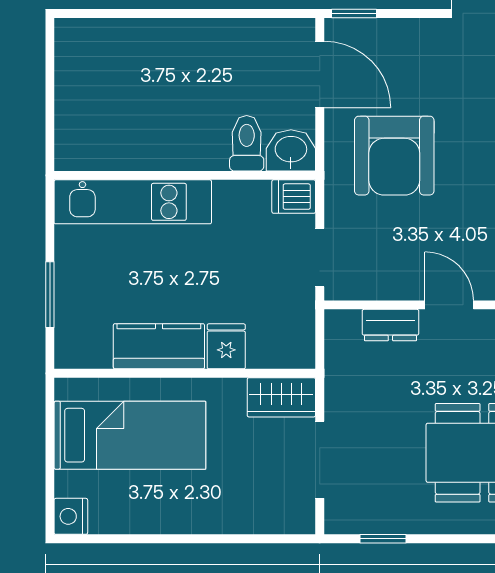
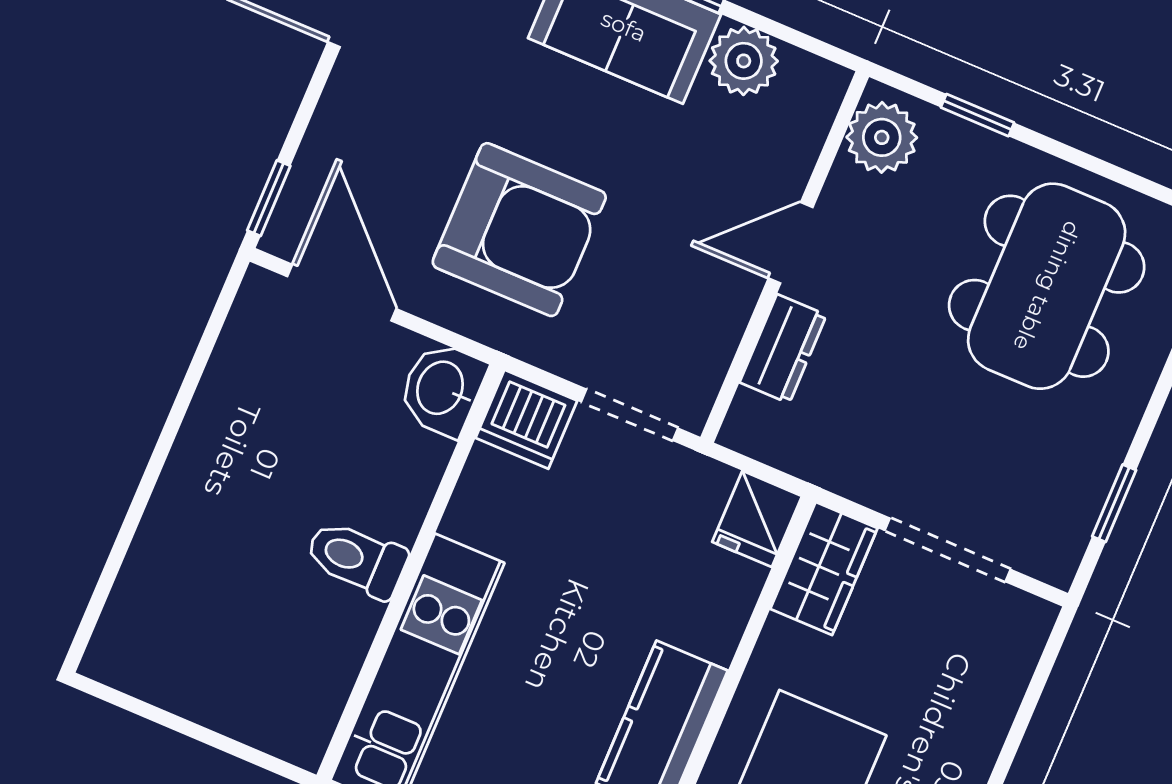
door: (320, 74) -> (342, 293), hinge flipped
toilet: (247, 143) -> (356, 559), moved
dishwasher: (294, 197) -> (526, 419), width x1.38
fridge: (226, 346) -> (757, 519), moved, turned -90

